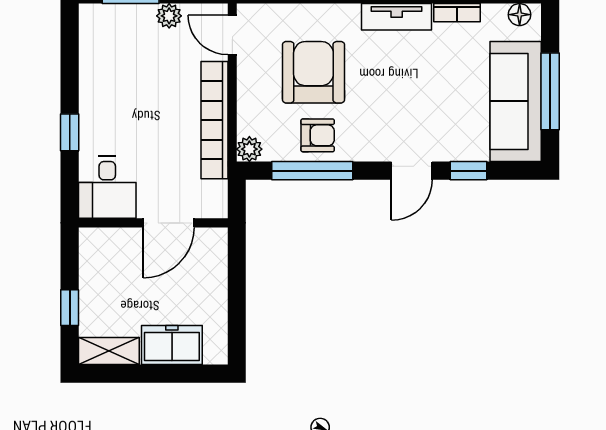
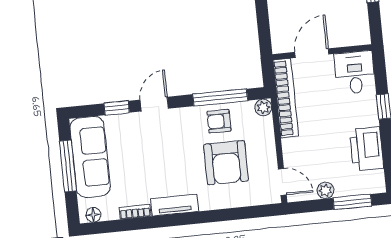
printer: (101, 71) -> (367, 149), added
bookcase: (214, 120) -> (286, 98), moved

